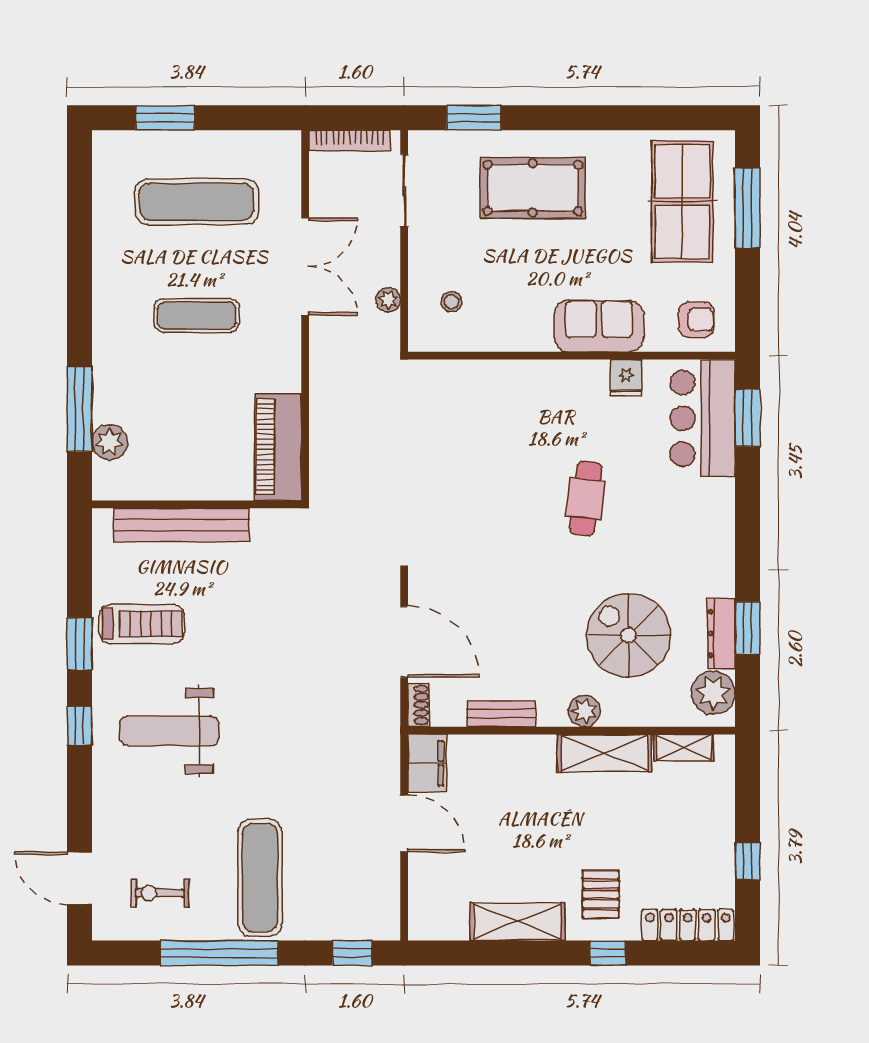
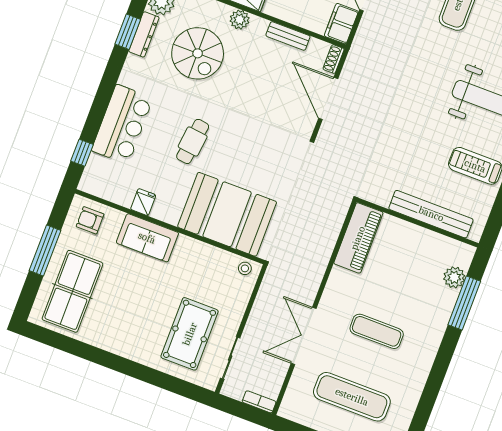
window: (474, 118) -> (174, 385), removed
bookcase: (350, 141) -> (259, 402), width x0.64
pool table: (533, 188) -> (190, 334), moved, turned 90
window: (747, 208) -> (45, 251), moved
plant: (388, 300) -> (263, 299), removed
stool: (452, 302) -> (245, 268), moved
booth: (491, 407) -> (227, 214), added
bar counter: (703, 418) -> (122, 124), moved
window: (747, 418) -> (82, 153), width x0.67

